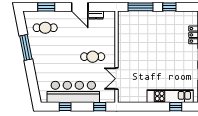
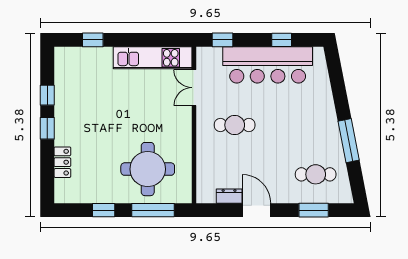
round table: (144, 31) -> (148, 169), added
double door: (116, 79) -> (194, 88), swing flipped
kitchen unit: (170, 96) -> (153, 58), moved

